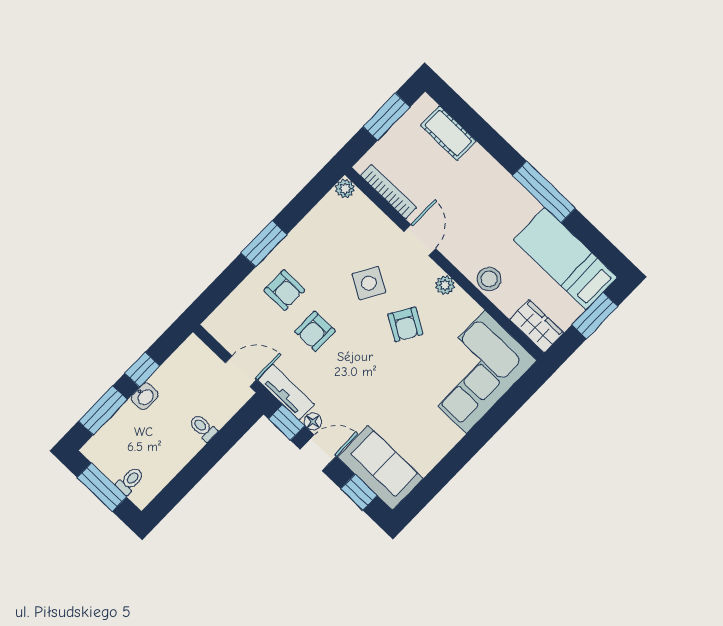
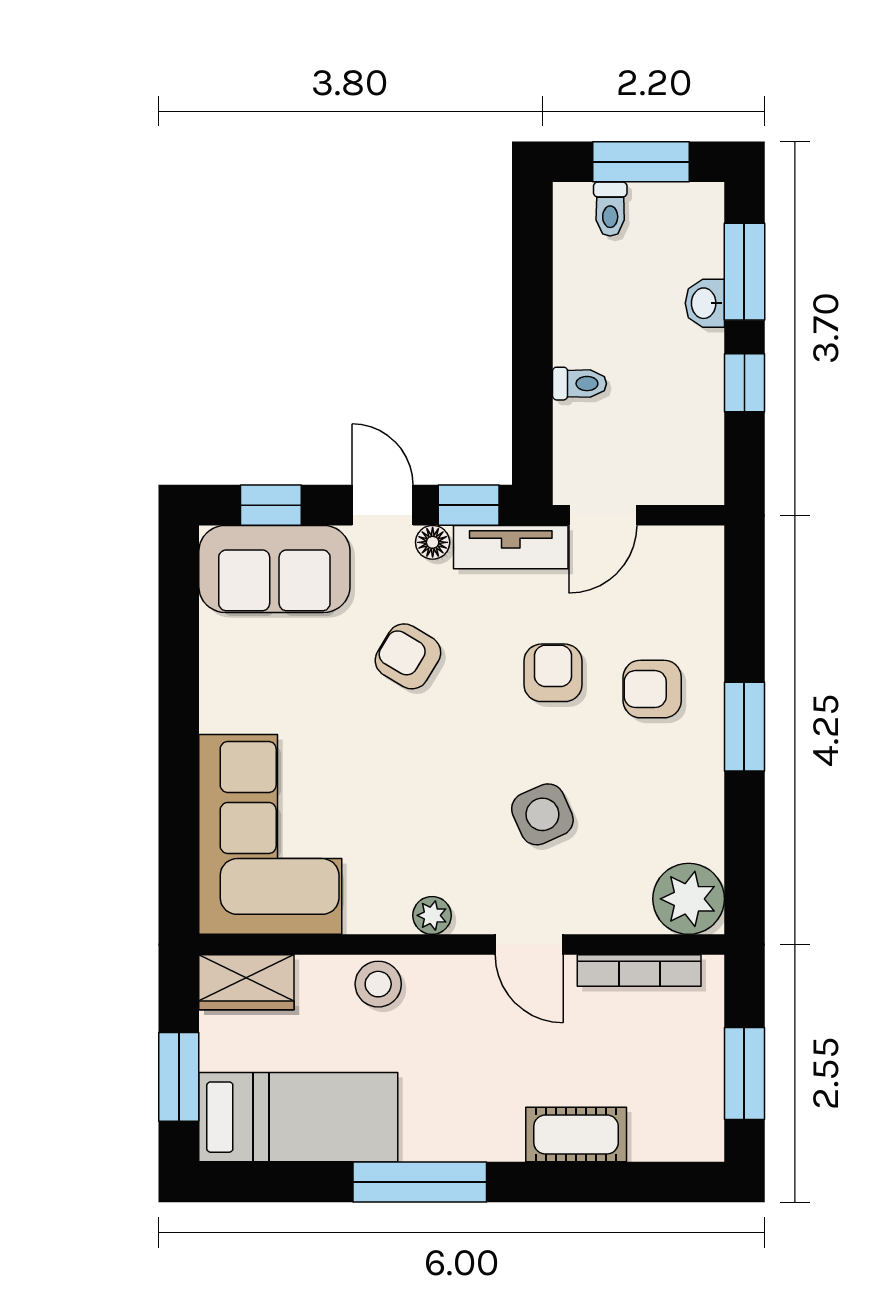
cot: (448, 133) -> (576, 1134), moved
plant: (345, 188) -> (689, 899), width x1.88, depth x1.88
side table: (369, 283) -> (542, 814), turned 36
armchair: (405, 324) -> (408, 656), moved
washbasin: (145, 396) -> (705, 303), moved
door: (318, 453) -> (383, 505), swing flipped

